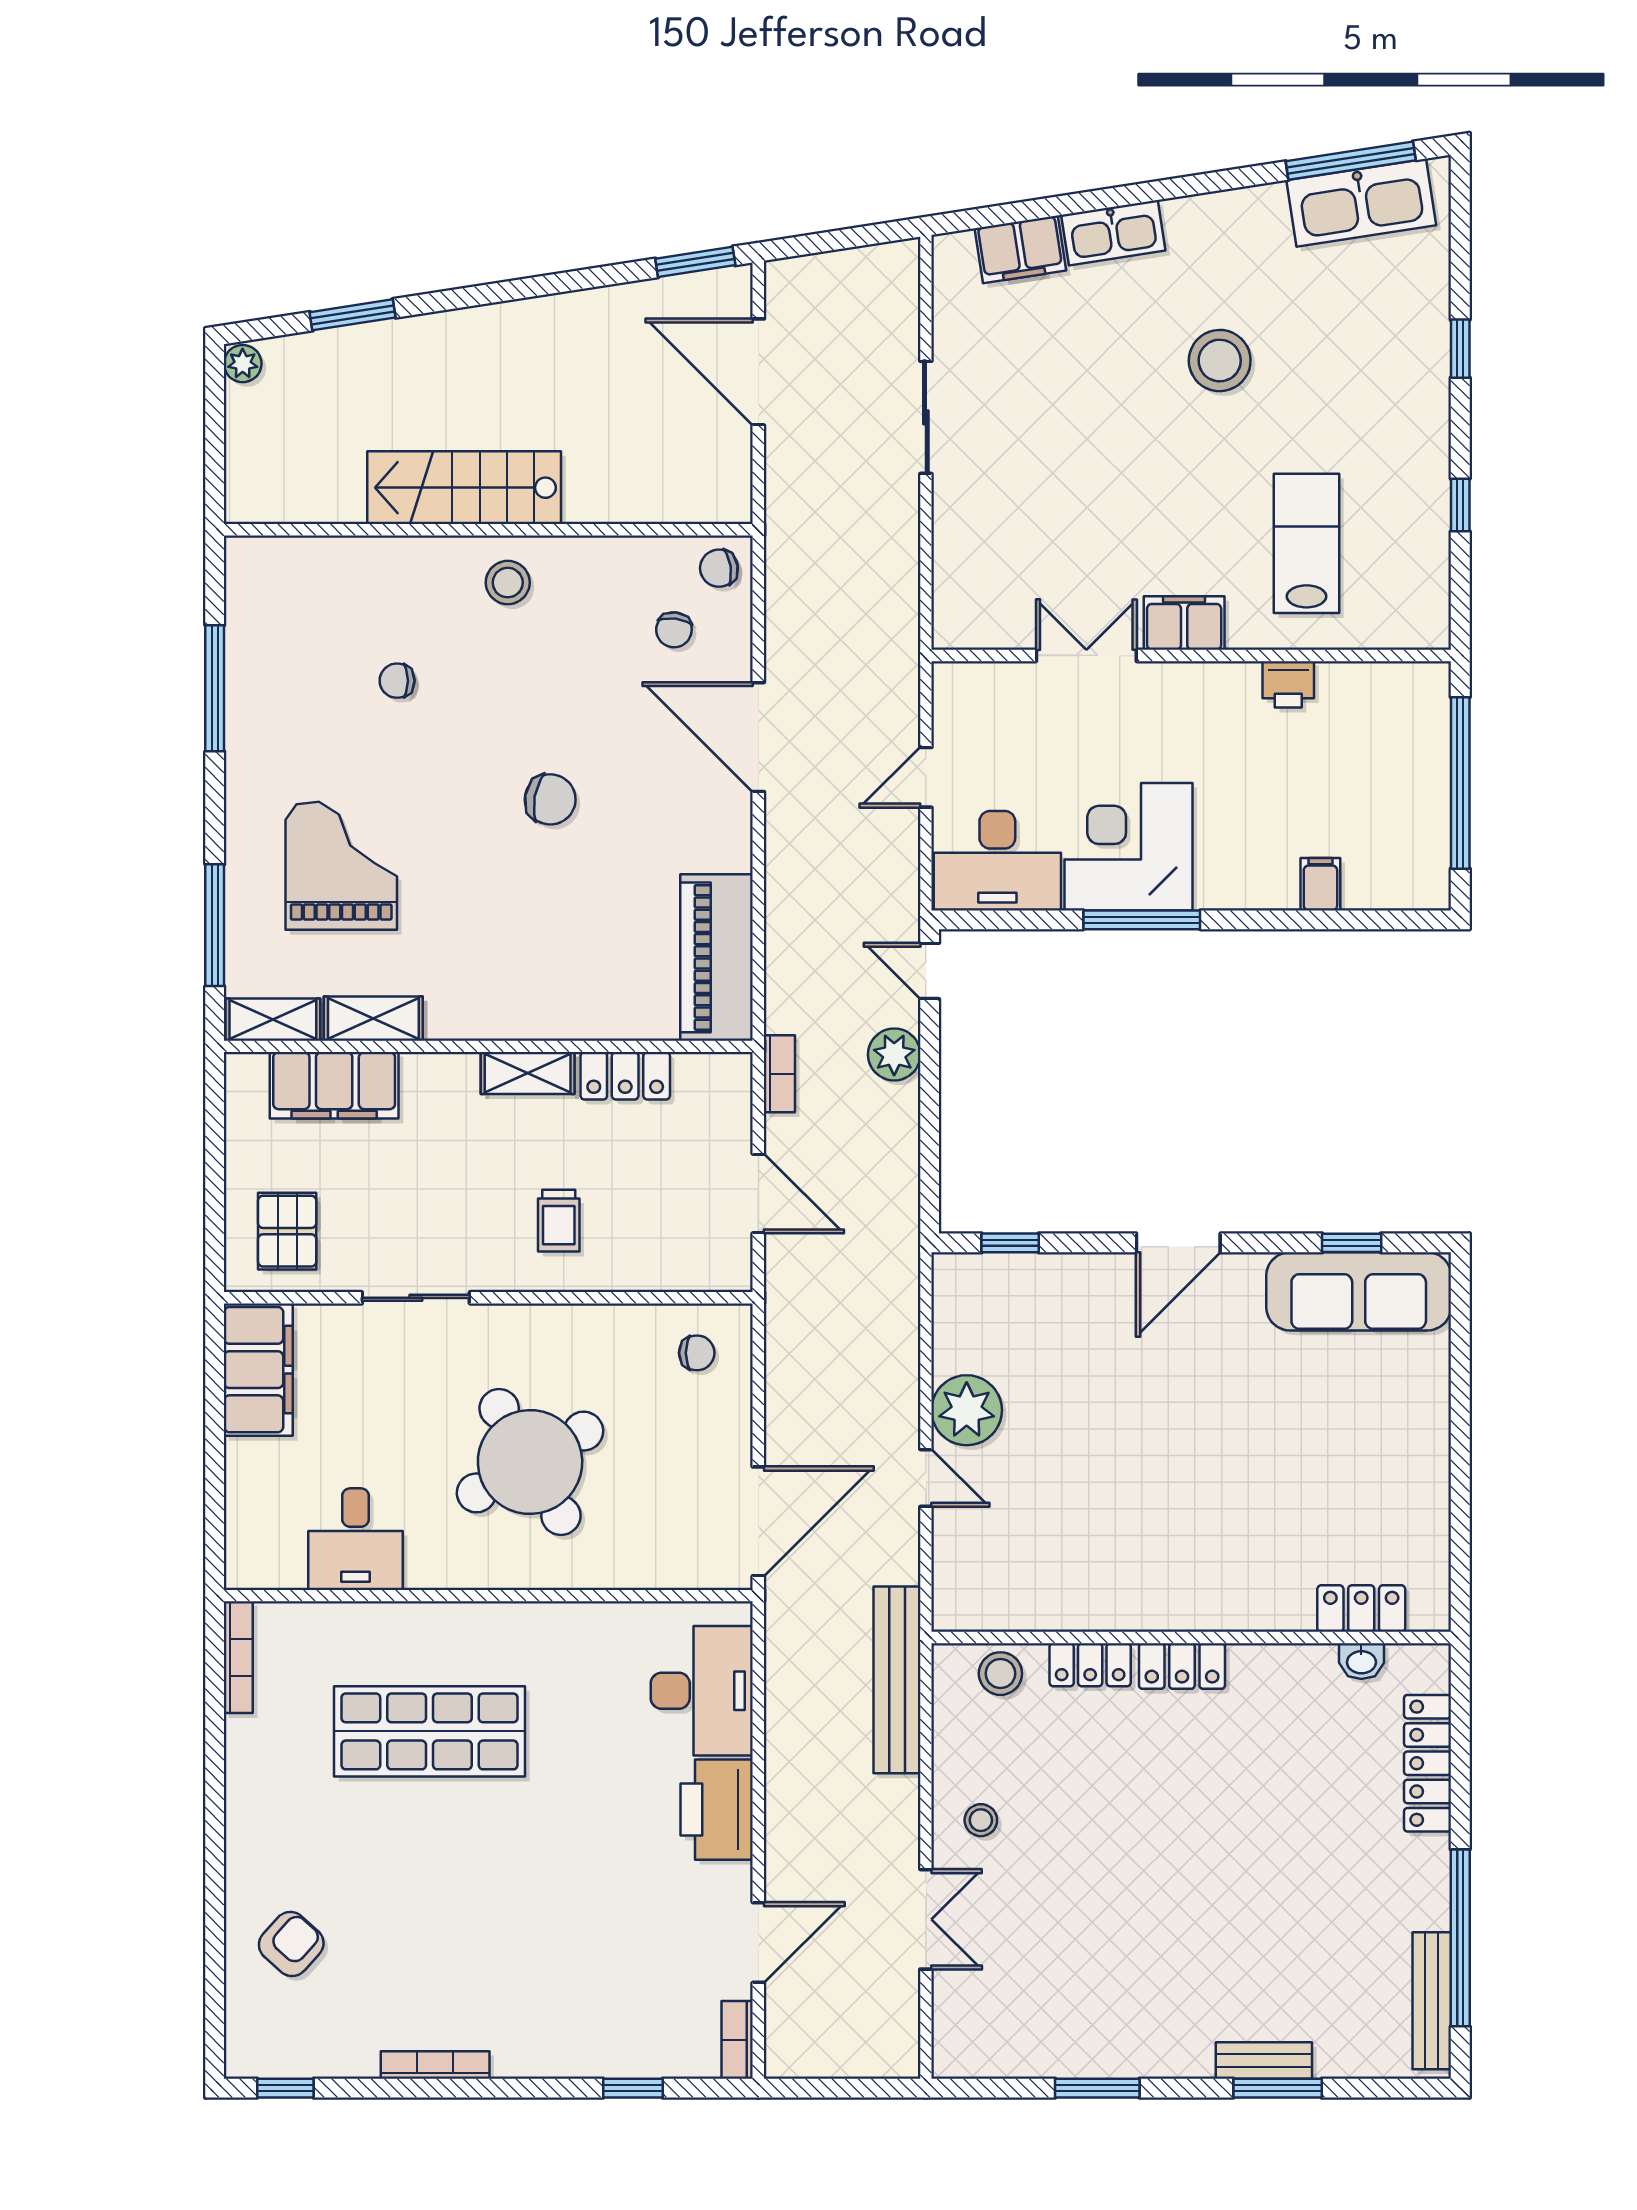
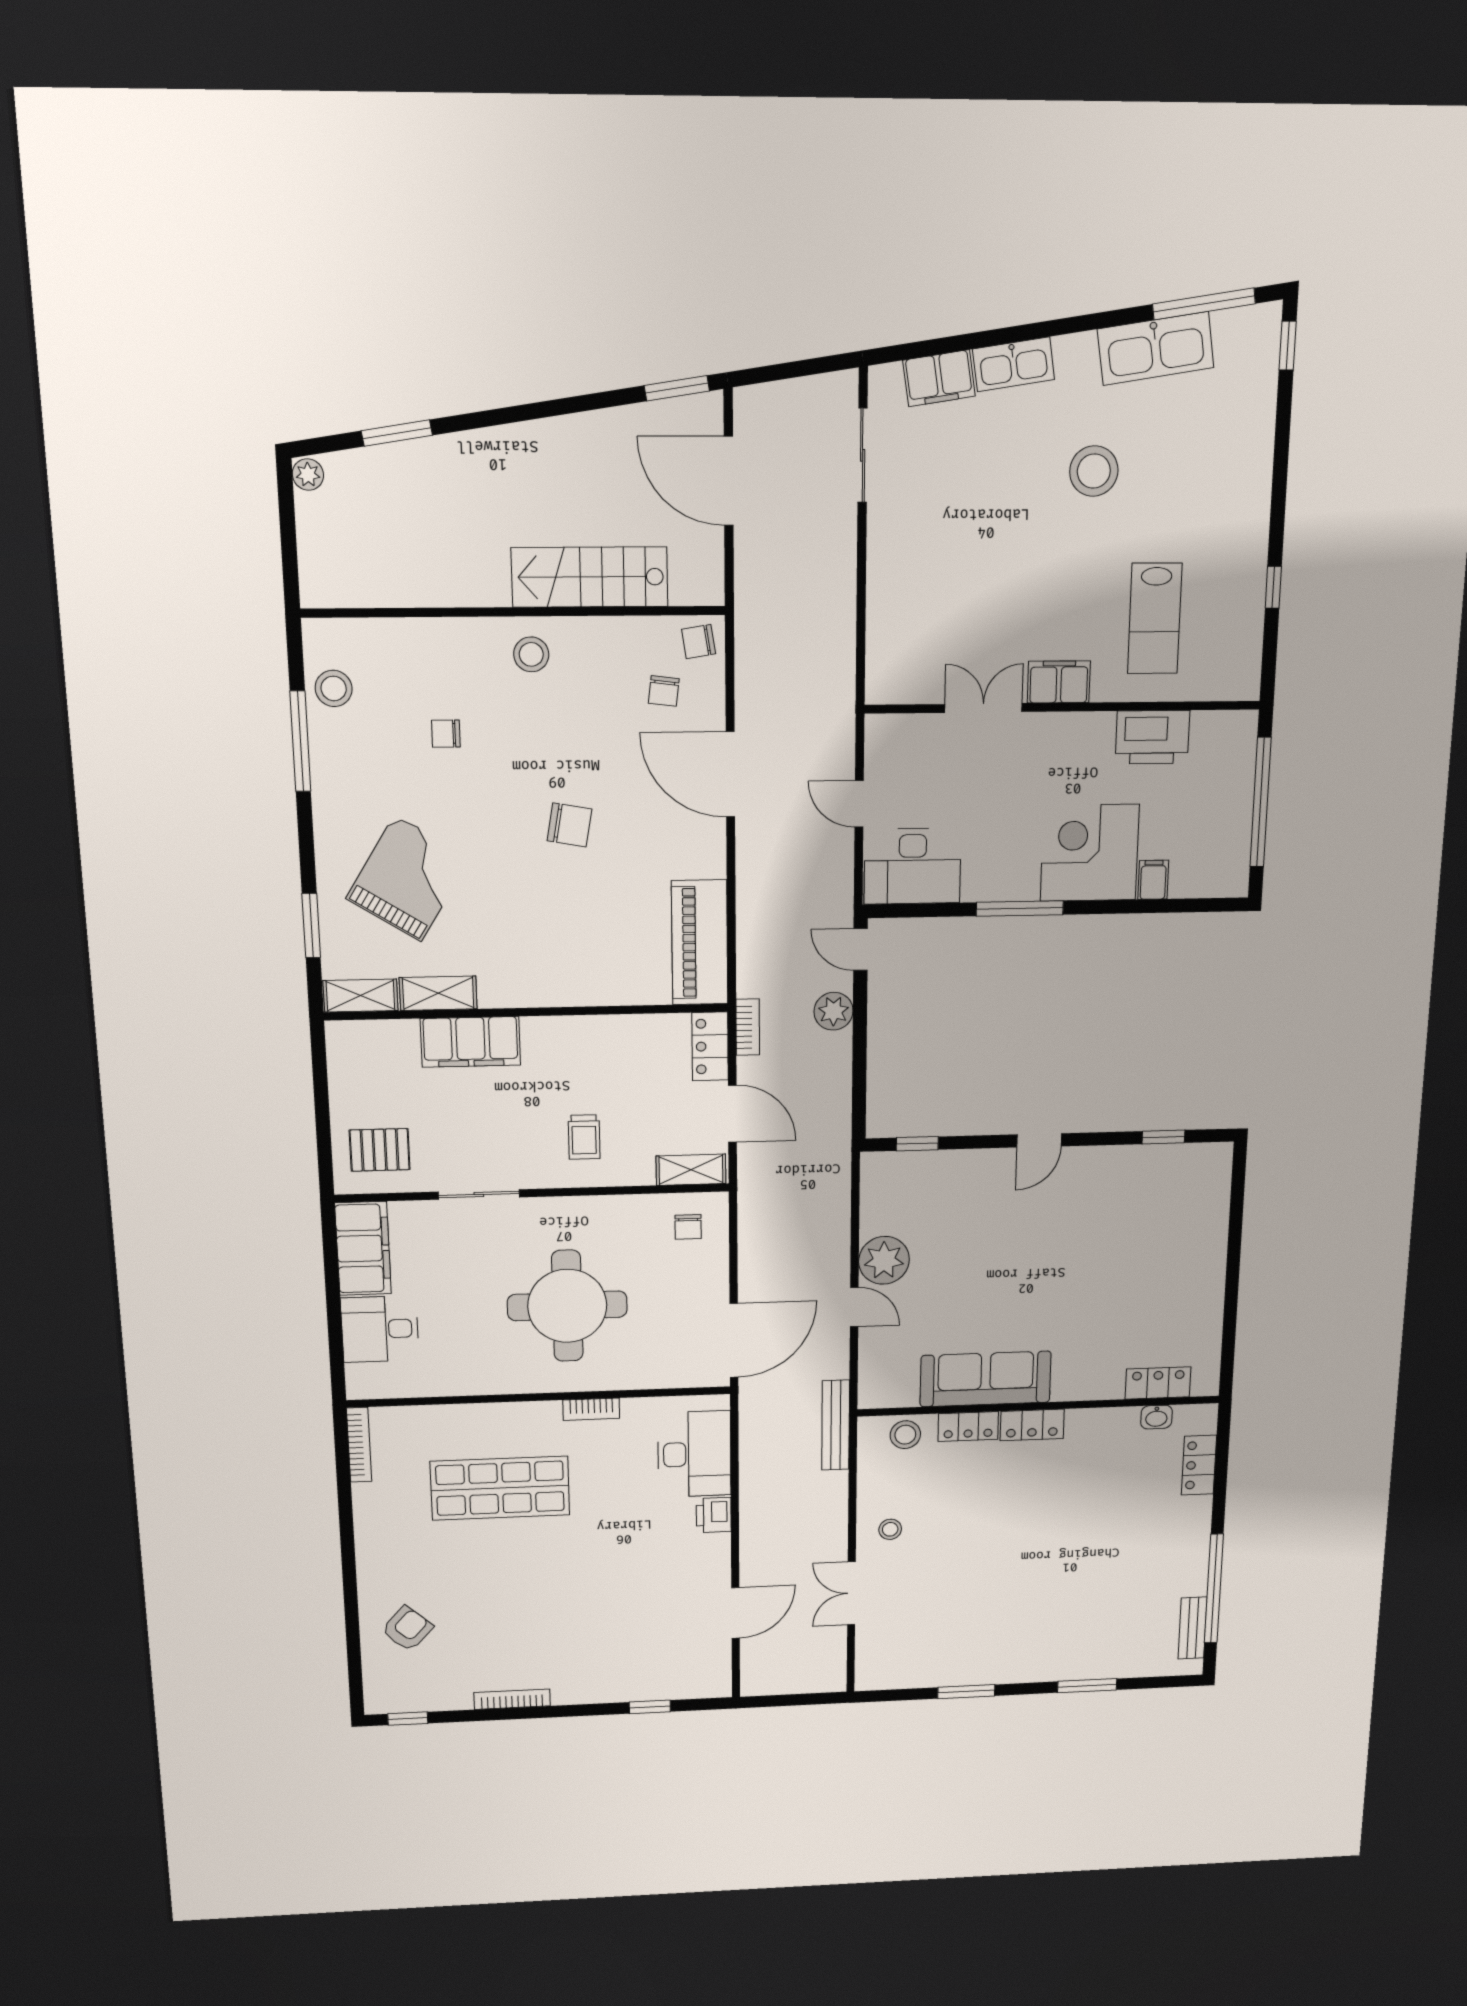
kitchen sink: (1361, 203) -> (1156, 348), moved
window: (1460, 349) -> (1288, 346), moved
sliding door: (926, 417) -> (863, 455), moved
stairs: (464, 488) -> (590, 577), moved
lab bench: (1306, 543) -> (1155, 618), turned 180
stool: (260, 623) -> (334, 688), added
printer: (1288, 684) -> (1152, 737), width x1.87, depth x1.48
door: (926, 777) -> (859, 804), hinge flipped
corner desk: (1128, 847) -> (1090, 853), moved
grand piano: (341, 866) -> (408, 878), turned 32
window: (215, 925) -> (311, 925), width x0.69
shelving: (528, 1073) -> (691, 1170), moved
locker: (625, 1076) -> (710, 1046), moved, turned 90
filing cabinet: (334, 1085) -> (471, 1042), moved
pallet: (287, 1231) -> (380, 1150), turned 90
door: (1178, 1243) -> (1039, 1140), width x0.73
sofa: (1359, 1291) -> (986, 1379), moved, turned 180
chair: (697, 1353) -> (688, 1227), turned 90
round table: (530, 1462) -> (567, 1306), turned 30
desk: (355, 1539) -> (380, 1329), moved, turned 90
bench: (897, 1680) -> (836, 1425), width x0.73, depth x0.82
locker: (1427, 1763) -> (1199, 1465), width x0.66
printer: (717, 1810) -> (714, 1515), width x0.53, depth x0.68
double door: (926, 1919) -> (851, 1593), swing flipped
bench: (1432, 2001) -> (1193, 1628), width x0.73
bookcase: (737, 2040) -> (591, 1409), moved, turned -90
bench: (1264, 2060) -> (1079, 1669), removed

